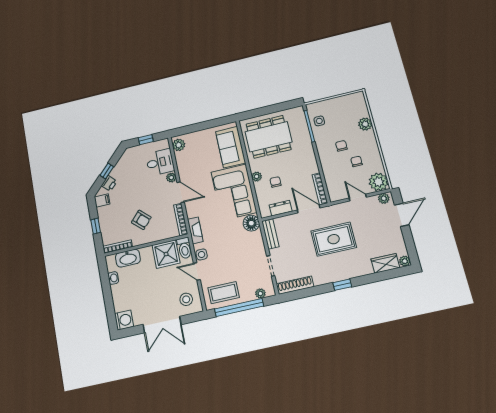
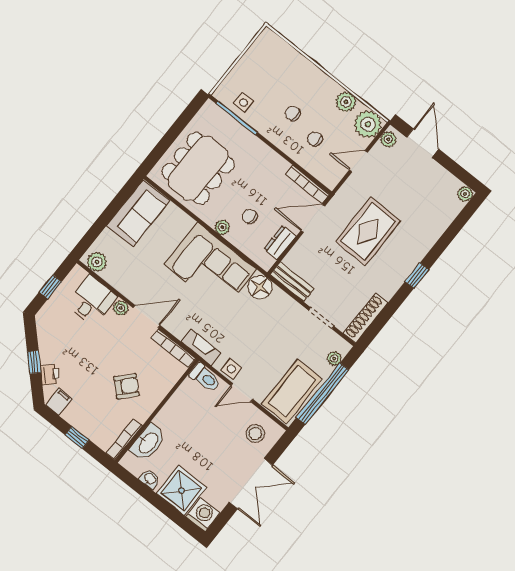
plant: (365, 124) -> (346, 102), moved
sofa: (231, 147) -> (138, 213), moved, turned -90
chair: (356, 161) -> (315, 139), moved
shower: (166, 254) -> (181, 491), moved
wardrobe: (385, 263) -> (446, 213), removed
coffee table: (224, 293) -> (292, 391), width x1.36, depth x1.32

